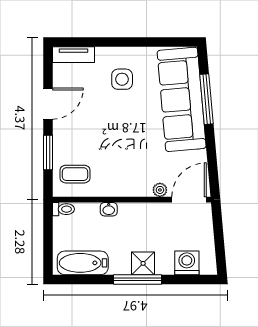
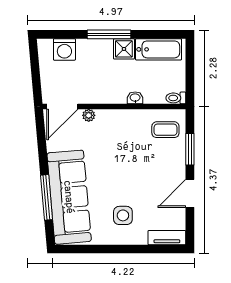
shower: (143, 263) -> (124, 49), moved

